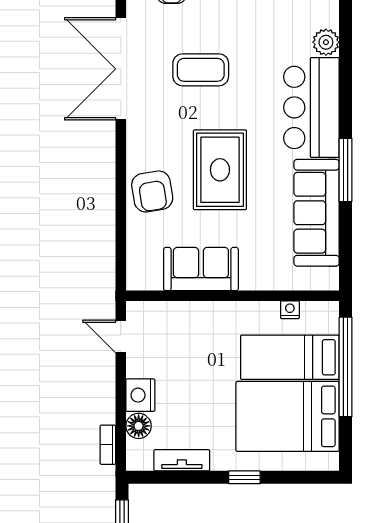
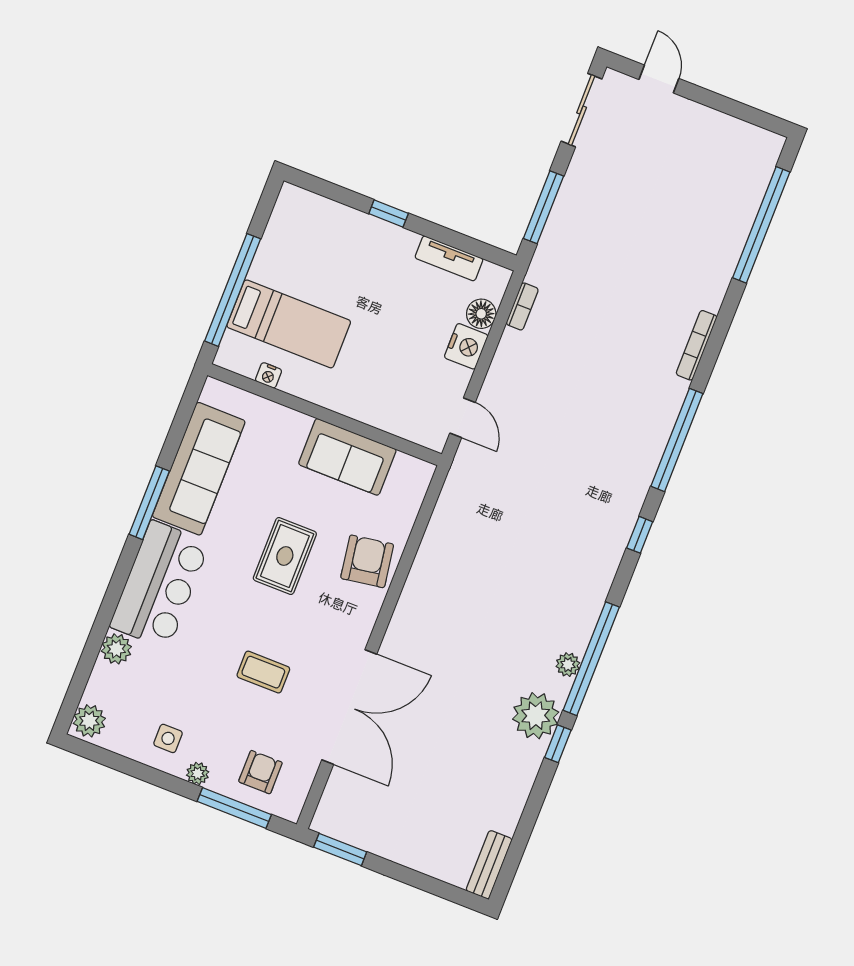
coffee table: (201, 70) -> (263, 672), width x0.73, depth x0.77
rug: (220, 170) -> (285, 556), width x0.73, depth x0.70
bed: (288, 416) -> (316, 261), removed

